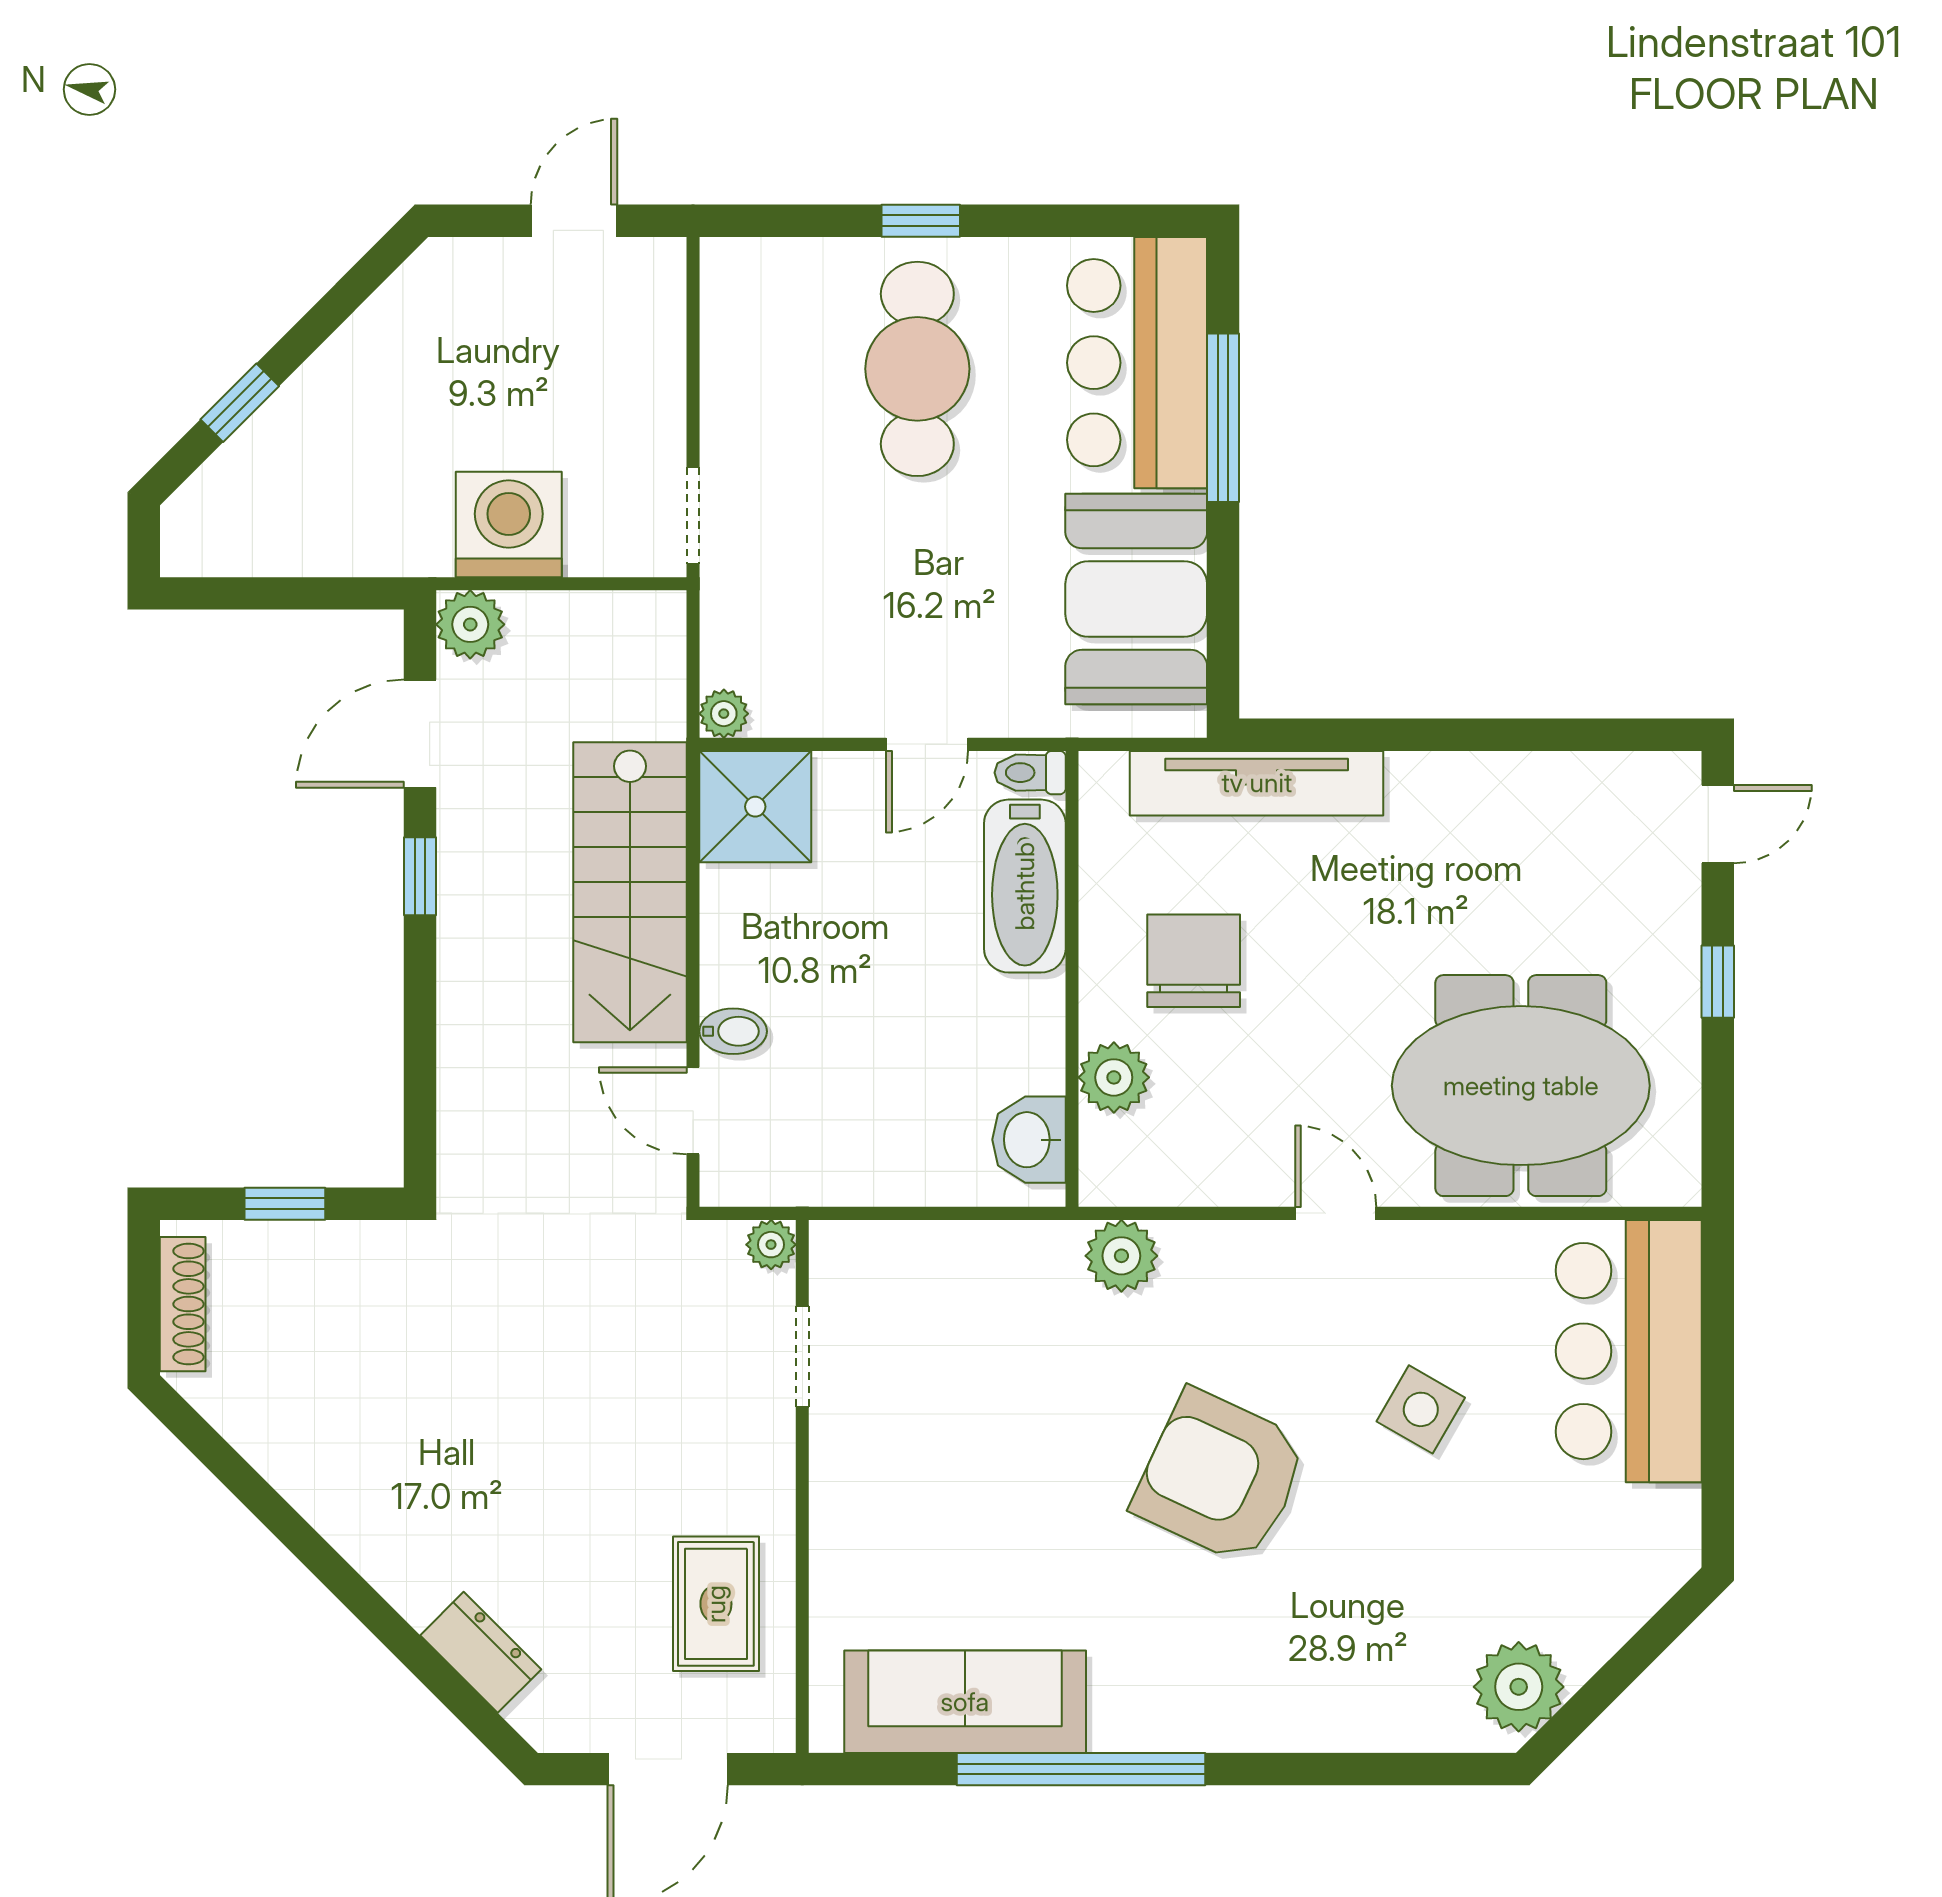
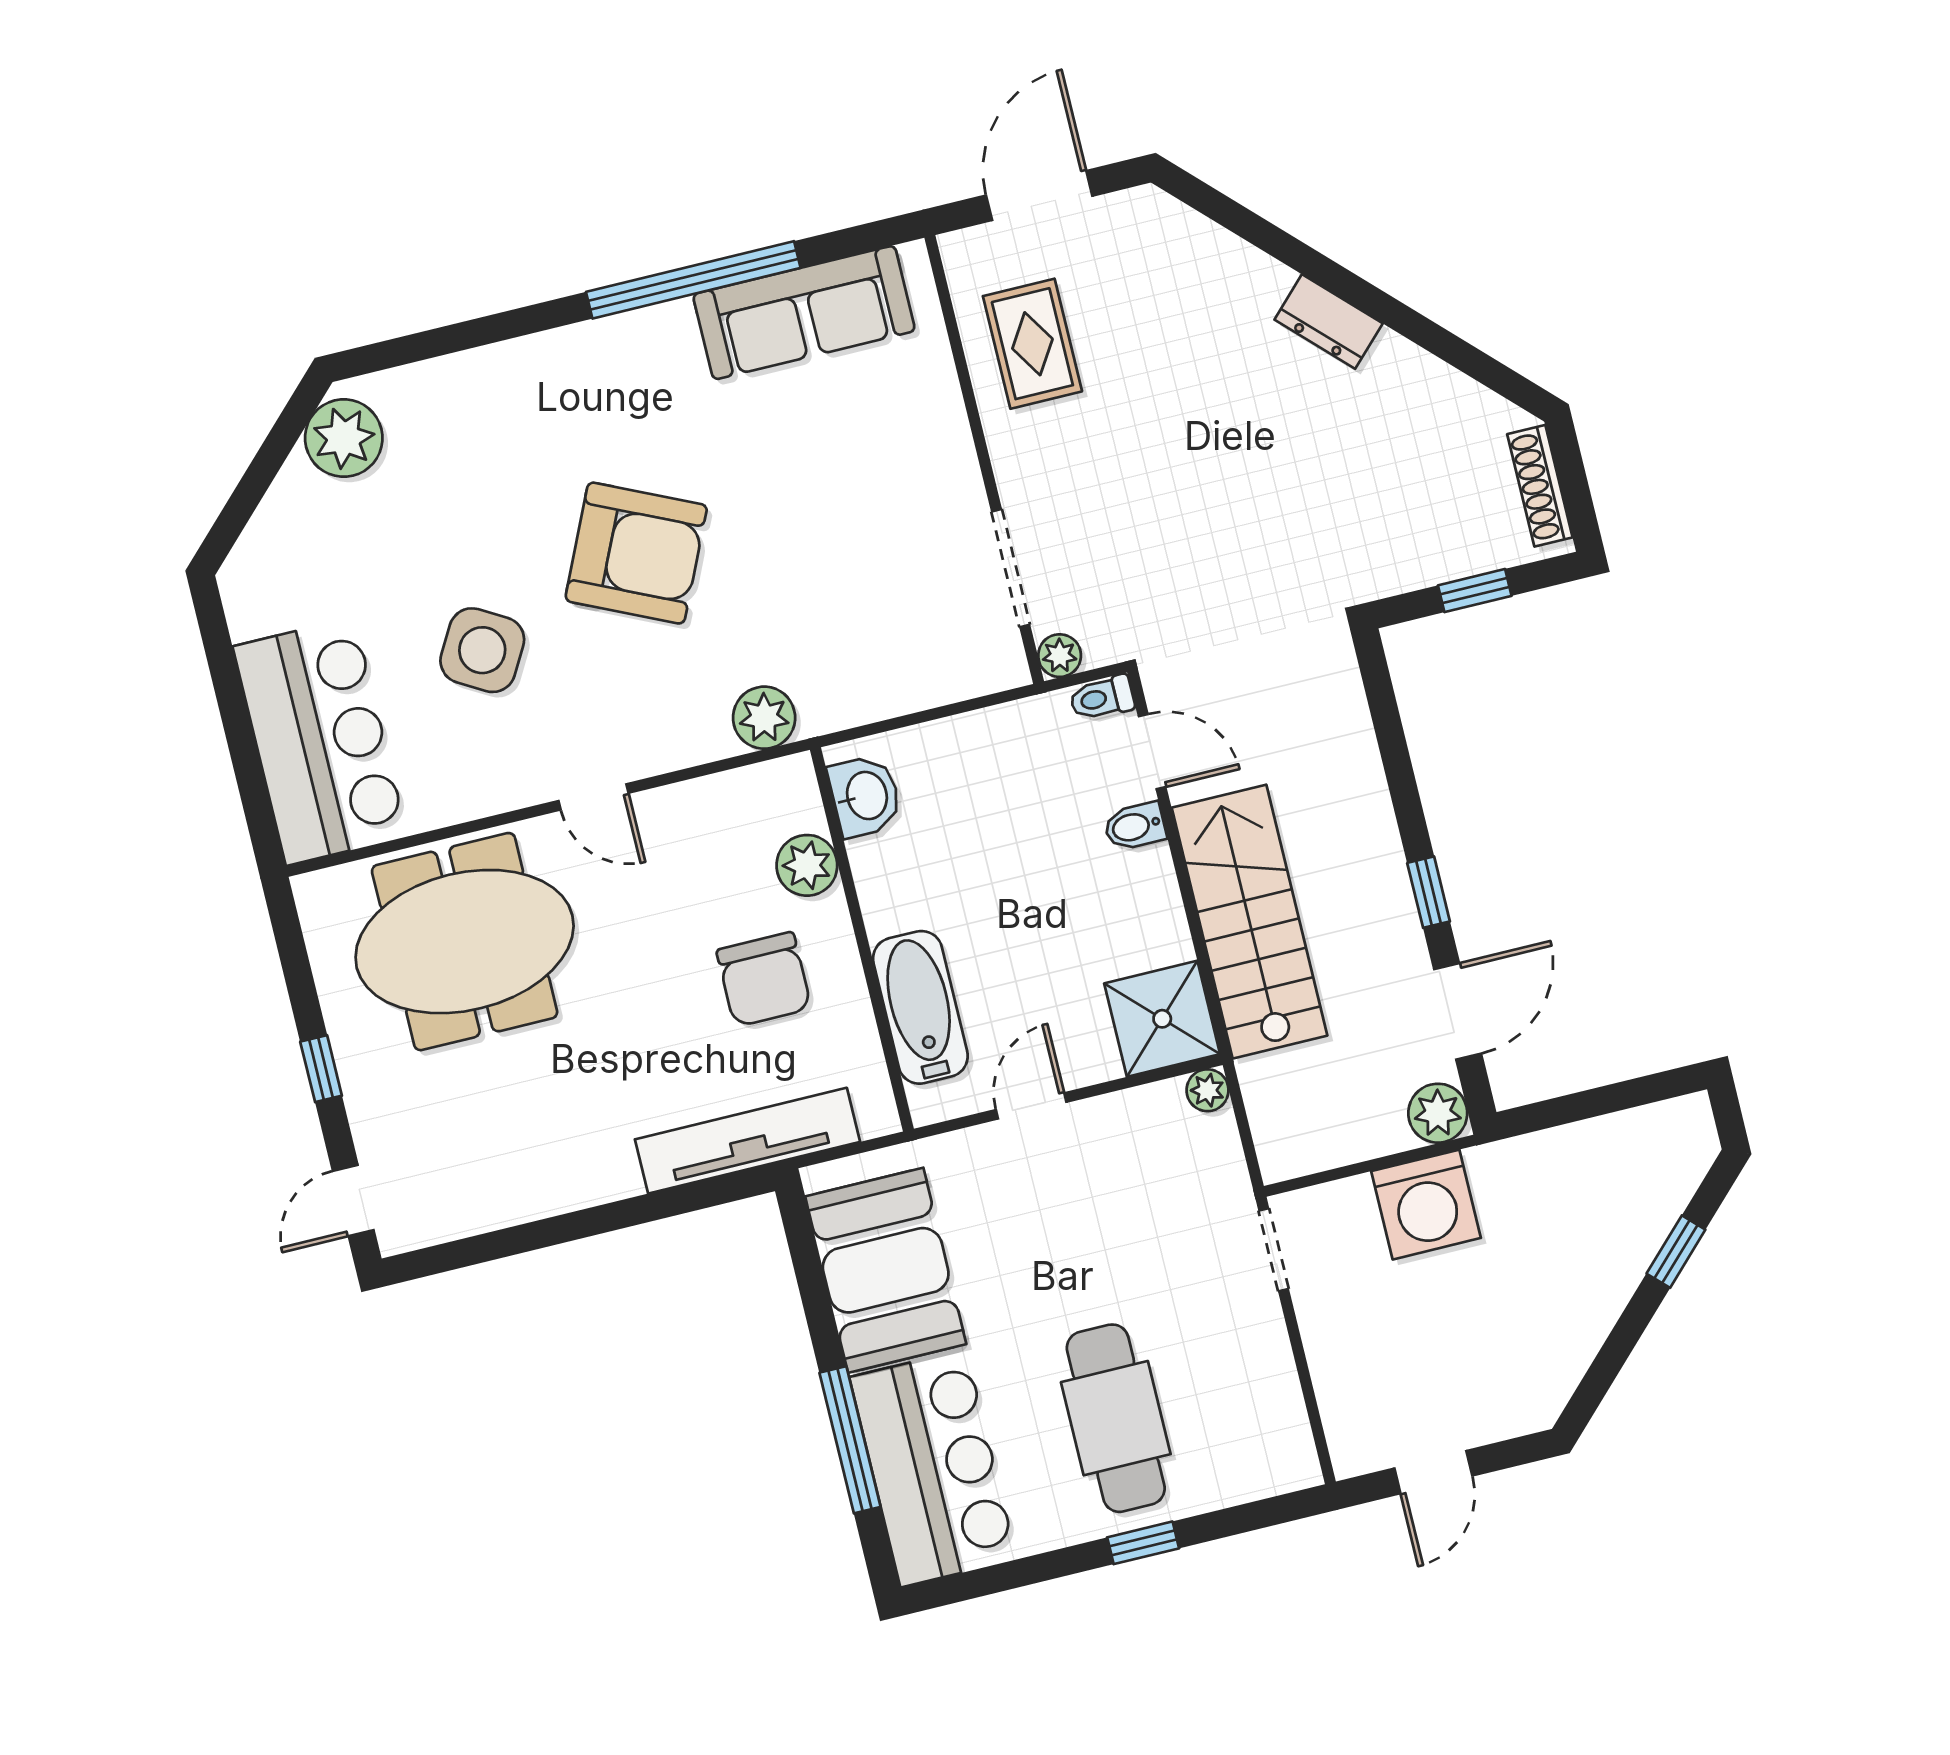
toilet: (1030, 773) -> (1102, 698), moved, turned 180
doorway: (802, 1357) -> (1011, 568), width x1.38
side table: (1421, 1409) -> (482, 650), width x1.37, depth x1.37
dresser: (481, 1652) -> (1329, 322), moved

